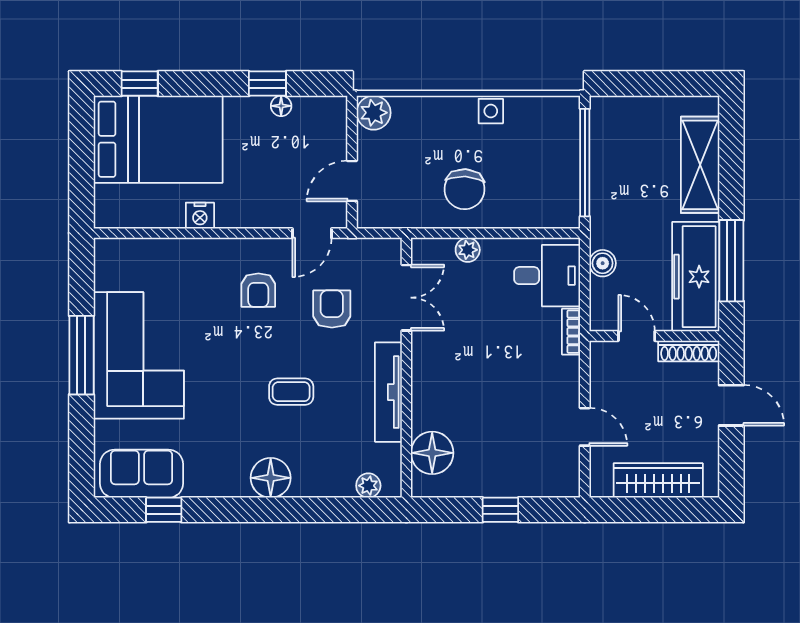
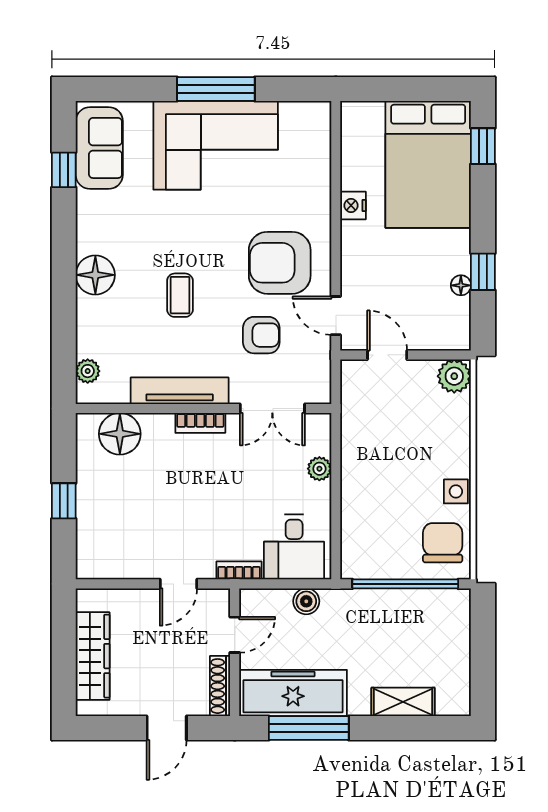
shelving: (700, 165) -> (403, 702), width x0.67, depth x0.75
chair: (465, 189) -> (443, 543), moved, turned 87
armchair: (258, 290) -> (280, 263), width x1.88, depth x1.88
bookcase: (421, 371) -> (200, 423), added
door: (585, 427) -> (178, 584), moved

